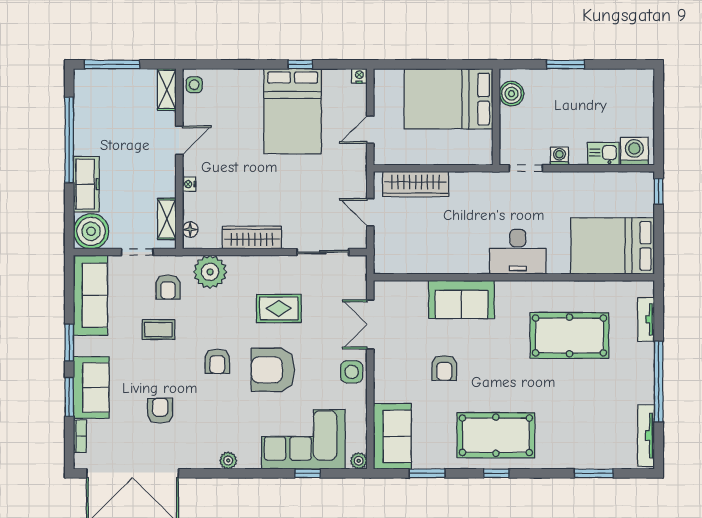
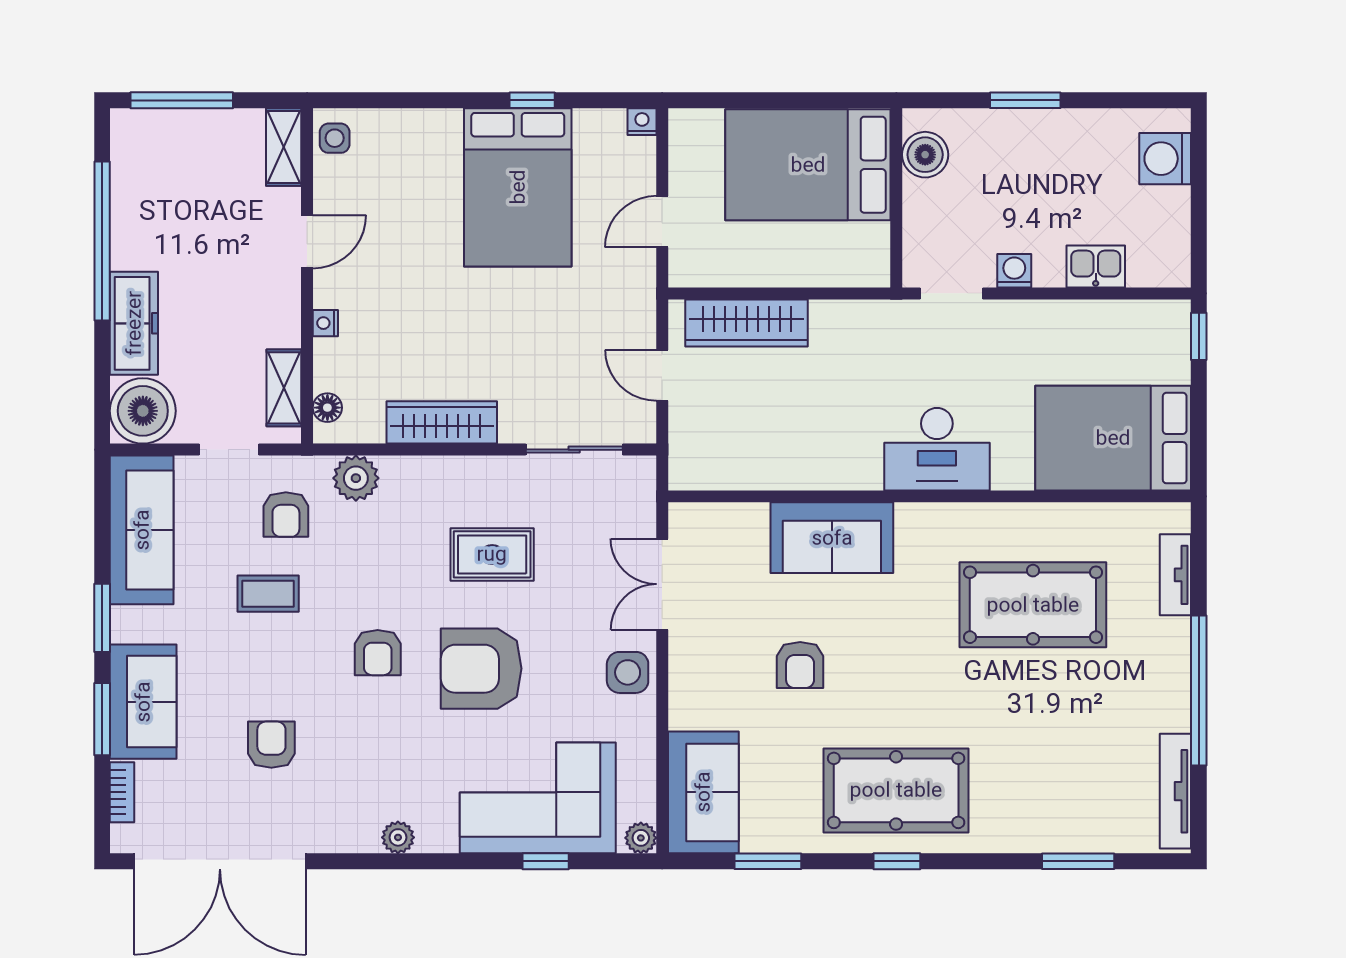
washing machine: (634, 151) -> (1165, 159), moved, turned -90
plant: (210, 272) -> (356, 478), width x0.73, depth x0.73

